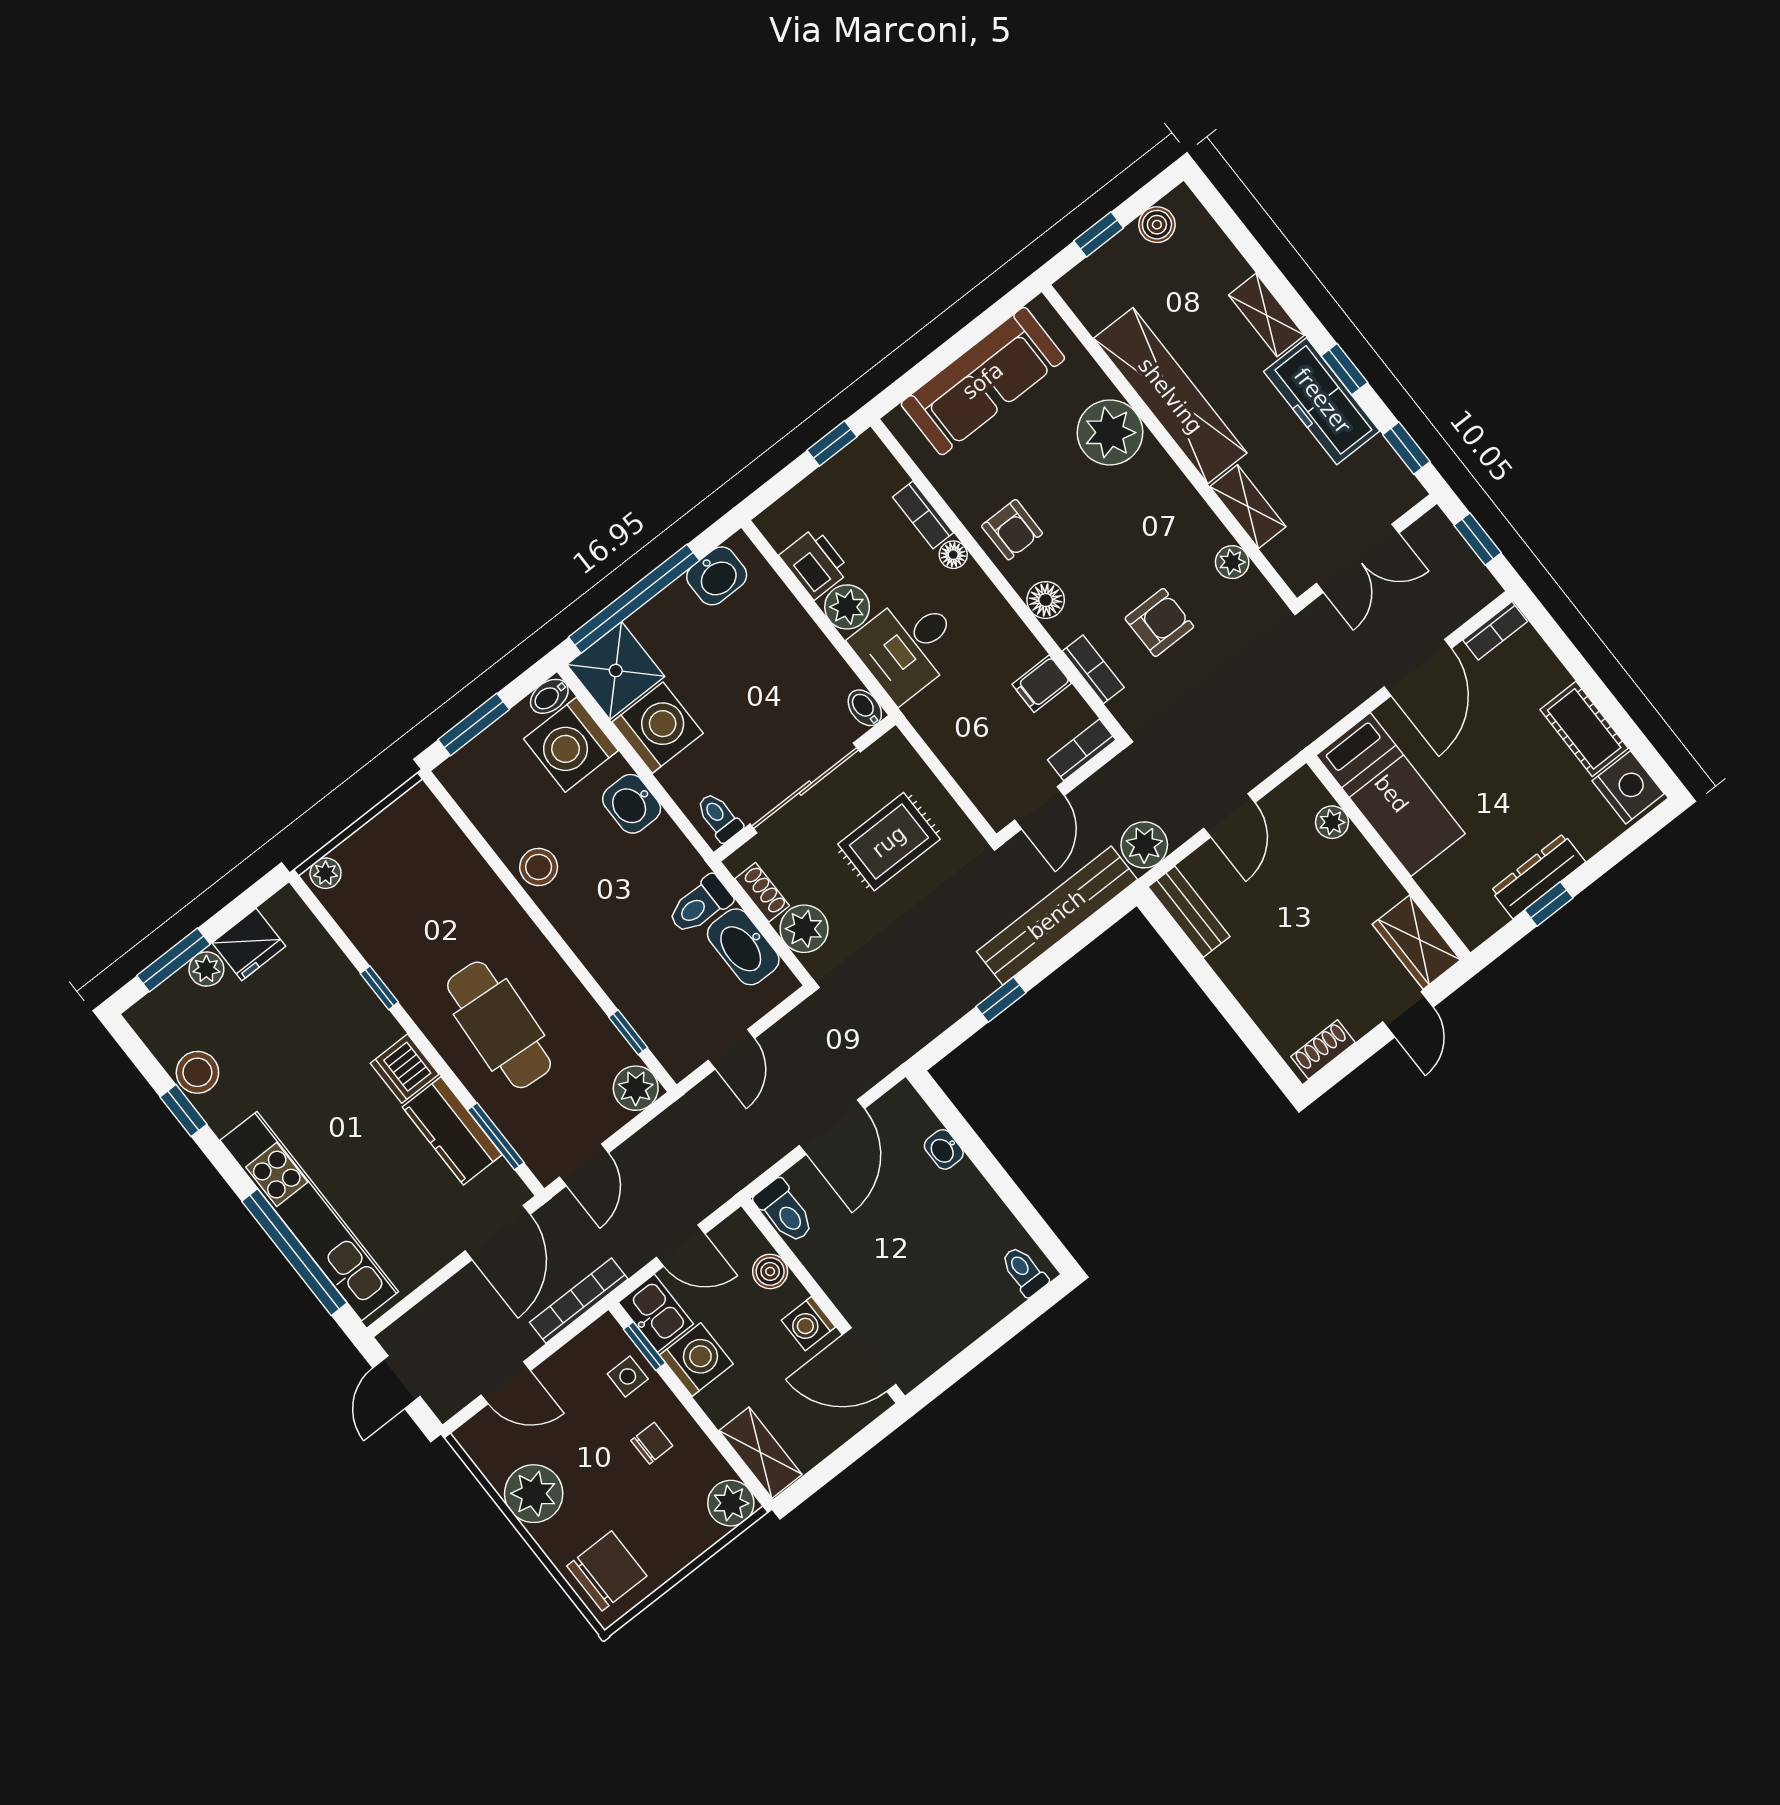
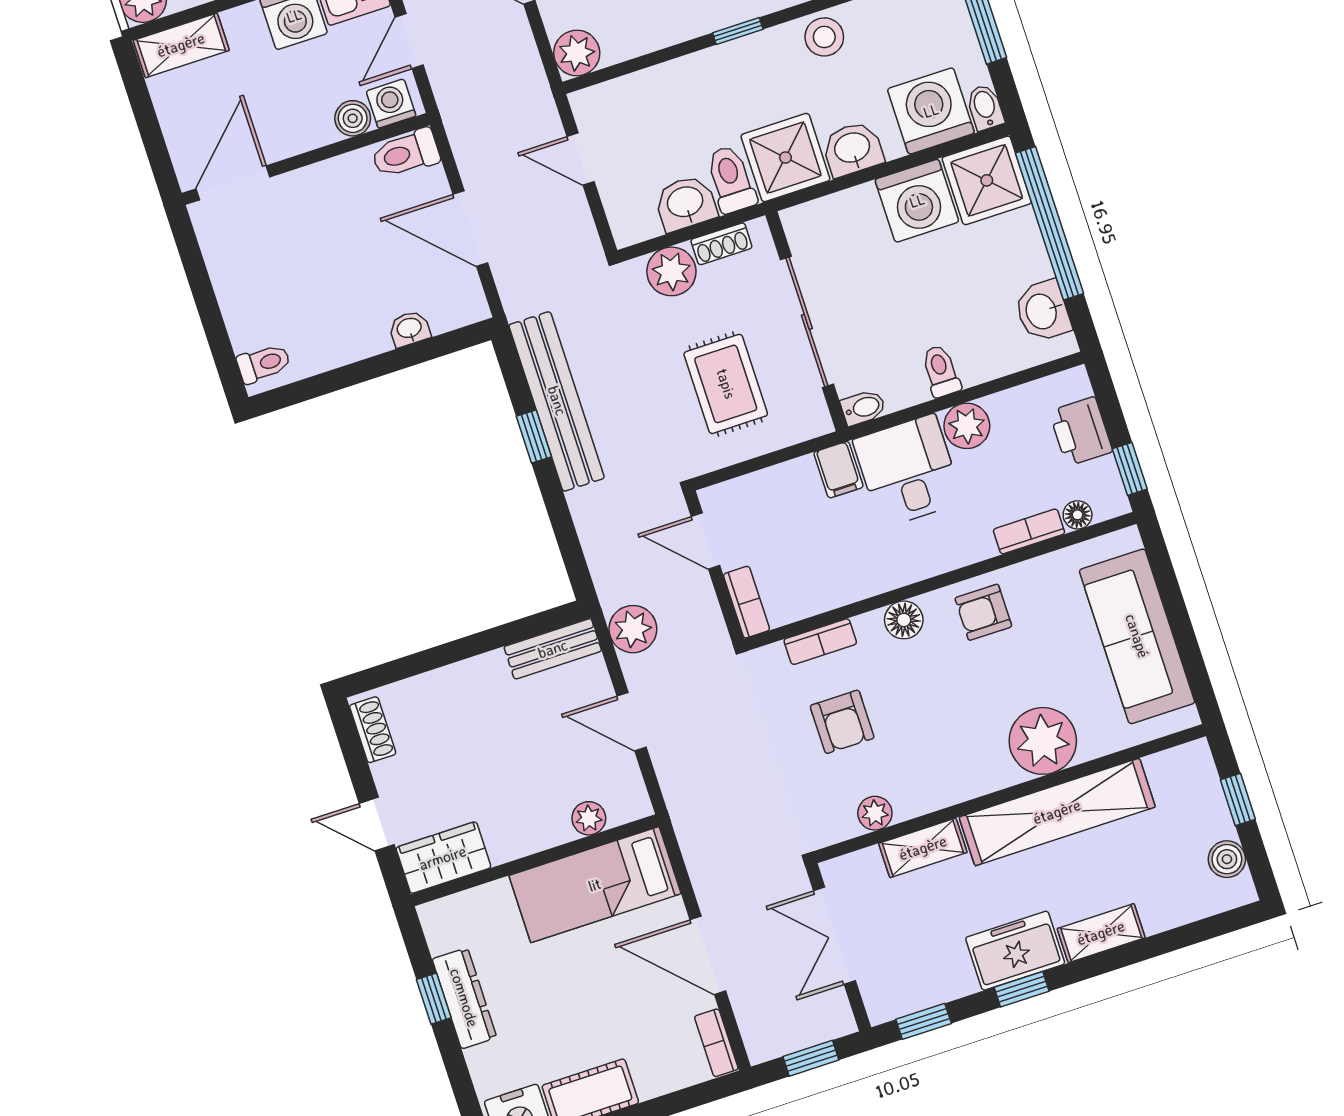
freezer: (1322, 401) -> (1015, 951), width x0.71
floor lamp: (953, 555) -> (1078, 515), moved
printer: (815, 563) -> (1081, 431), moved, turned 90
filing cabinet: (1042, 684) -> (839, 470), moved, turned 180
toilet: (719, 817) -> (941, 371), moved, turned -90
shower: (662, 862) -> (785, 158), added
bench: (1057, 915) -> (557, 401), moved
washbasin: (743, 947) -> (686, 203), width x0.72
window: (628, 1032) -> (738, 31), moved
washing machine: (808, 1324) -> (391, 104), moved

